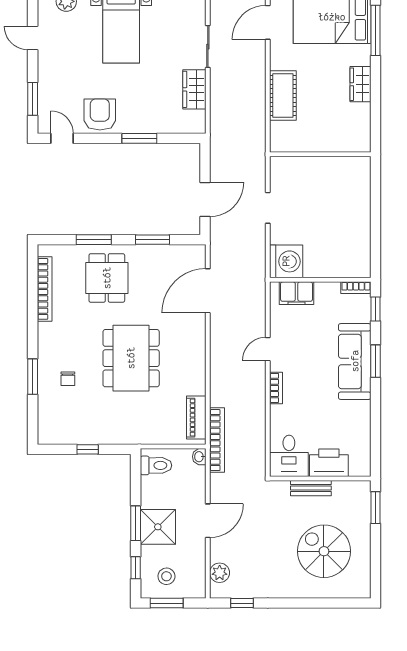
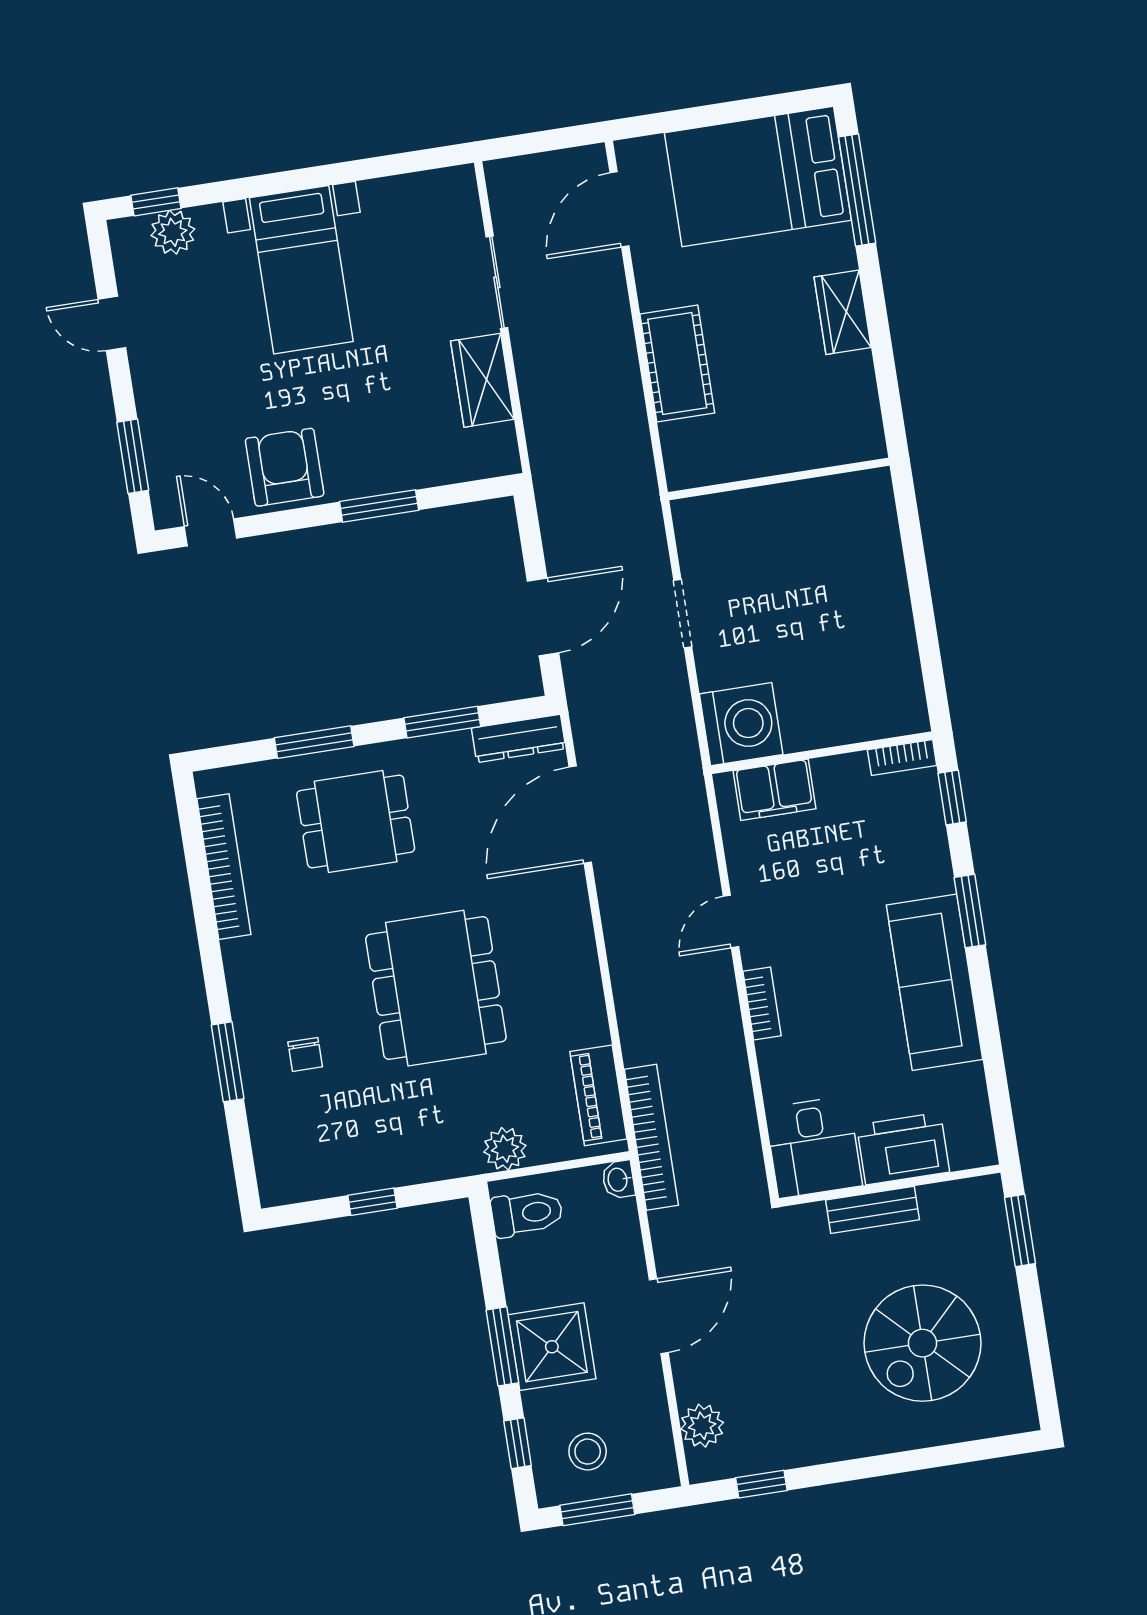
dresser: (186, 252) -> (519, 738), added
dining table: (107, 278) -> (356, 821), turned 90
sofa: (355, 361) -> (935, 982), moved
plant: (151, 435) -> (505, 1149), added
spiral stairs: (324, 551) -> (922, 1343), turned -90

